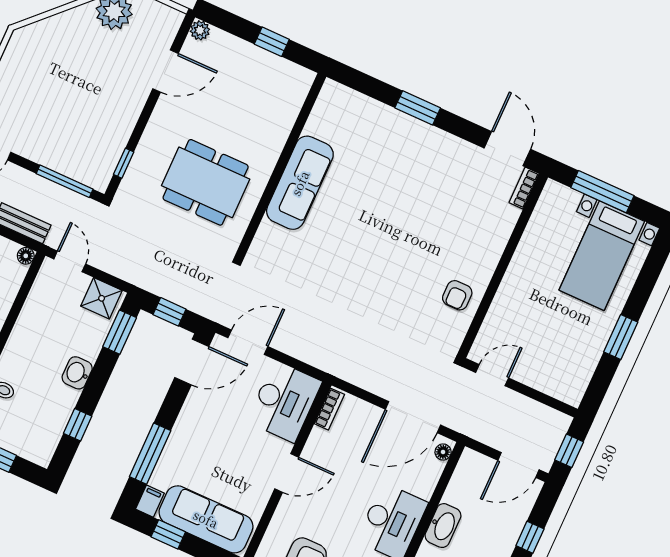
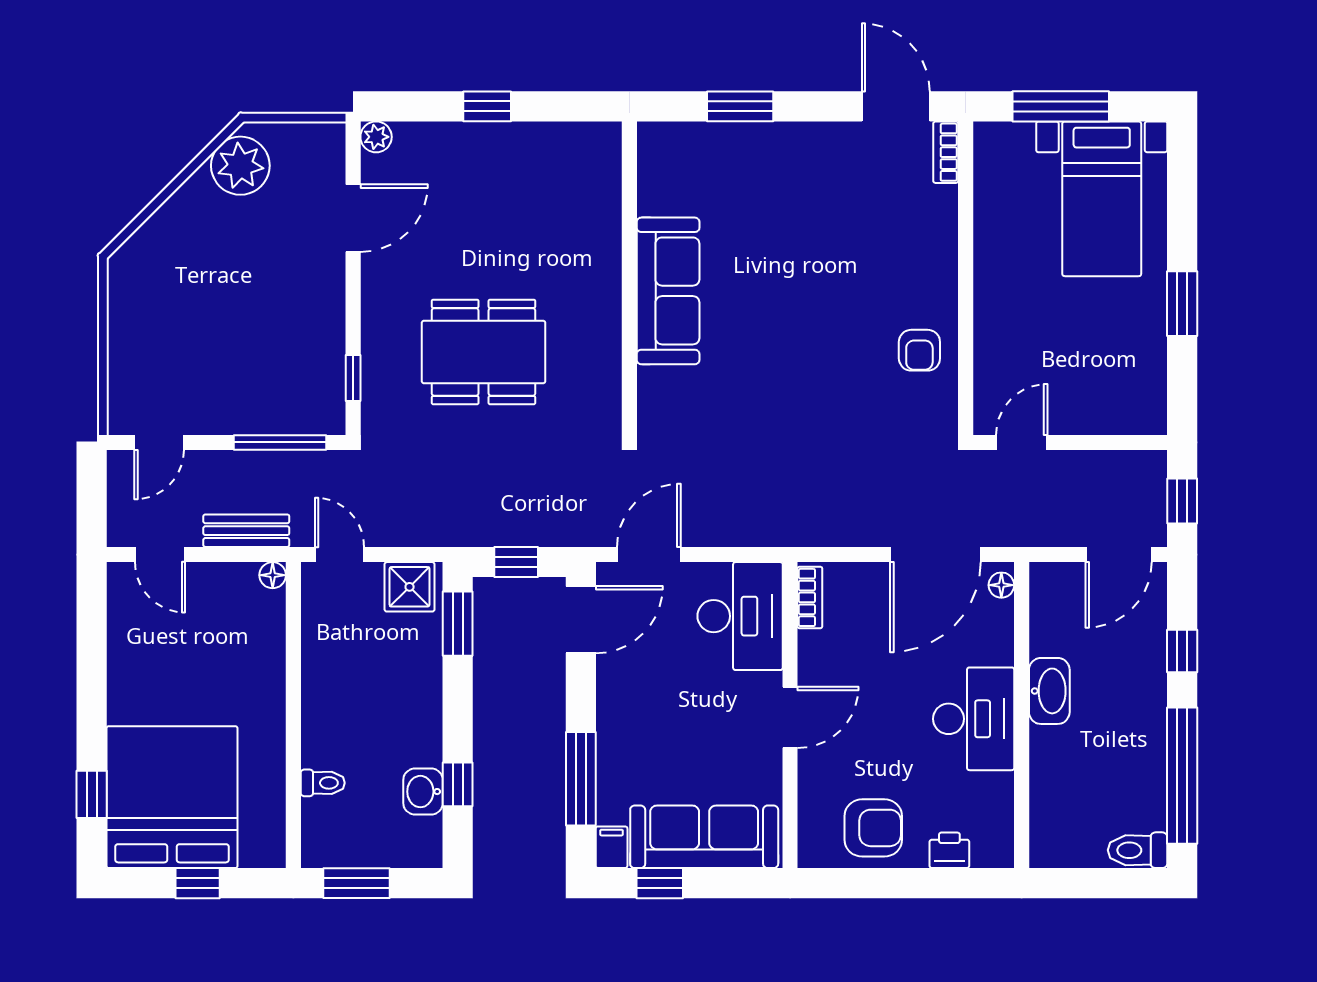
wall: (281, 165) -> (629, 278), moved
sofa: (300, 183) -> (668, 291), moved
washbasin: (77, 373) -> (423, 792), moved

